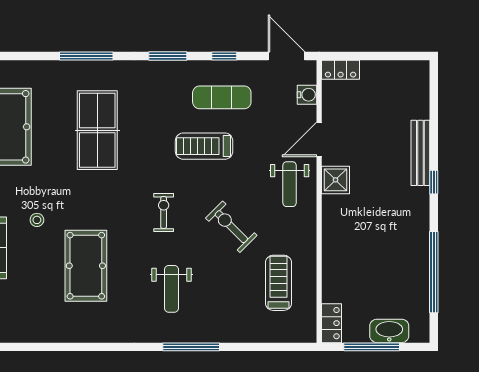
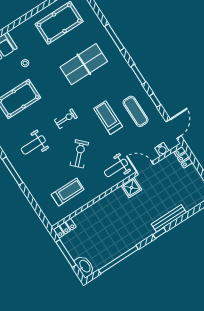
washbasin: (389, 331) -> (85, 266), moved

